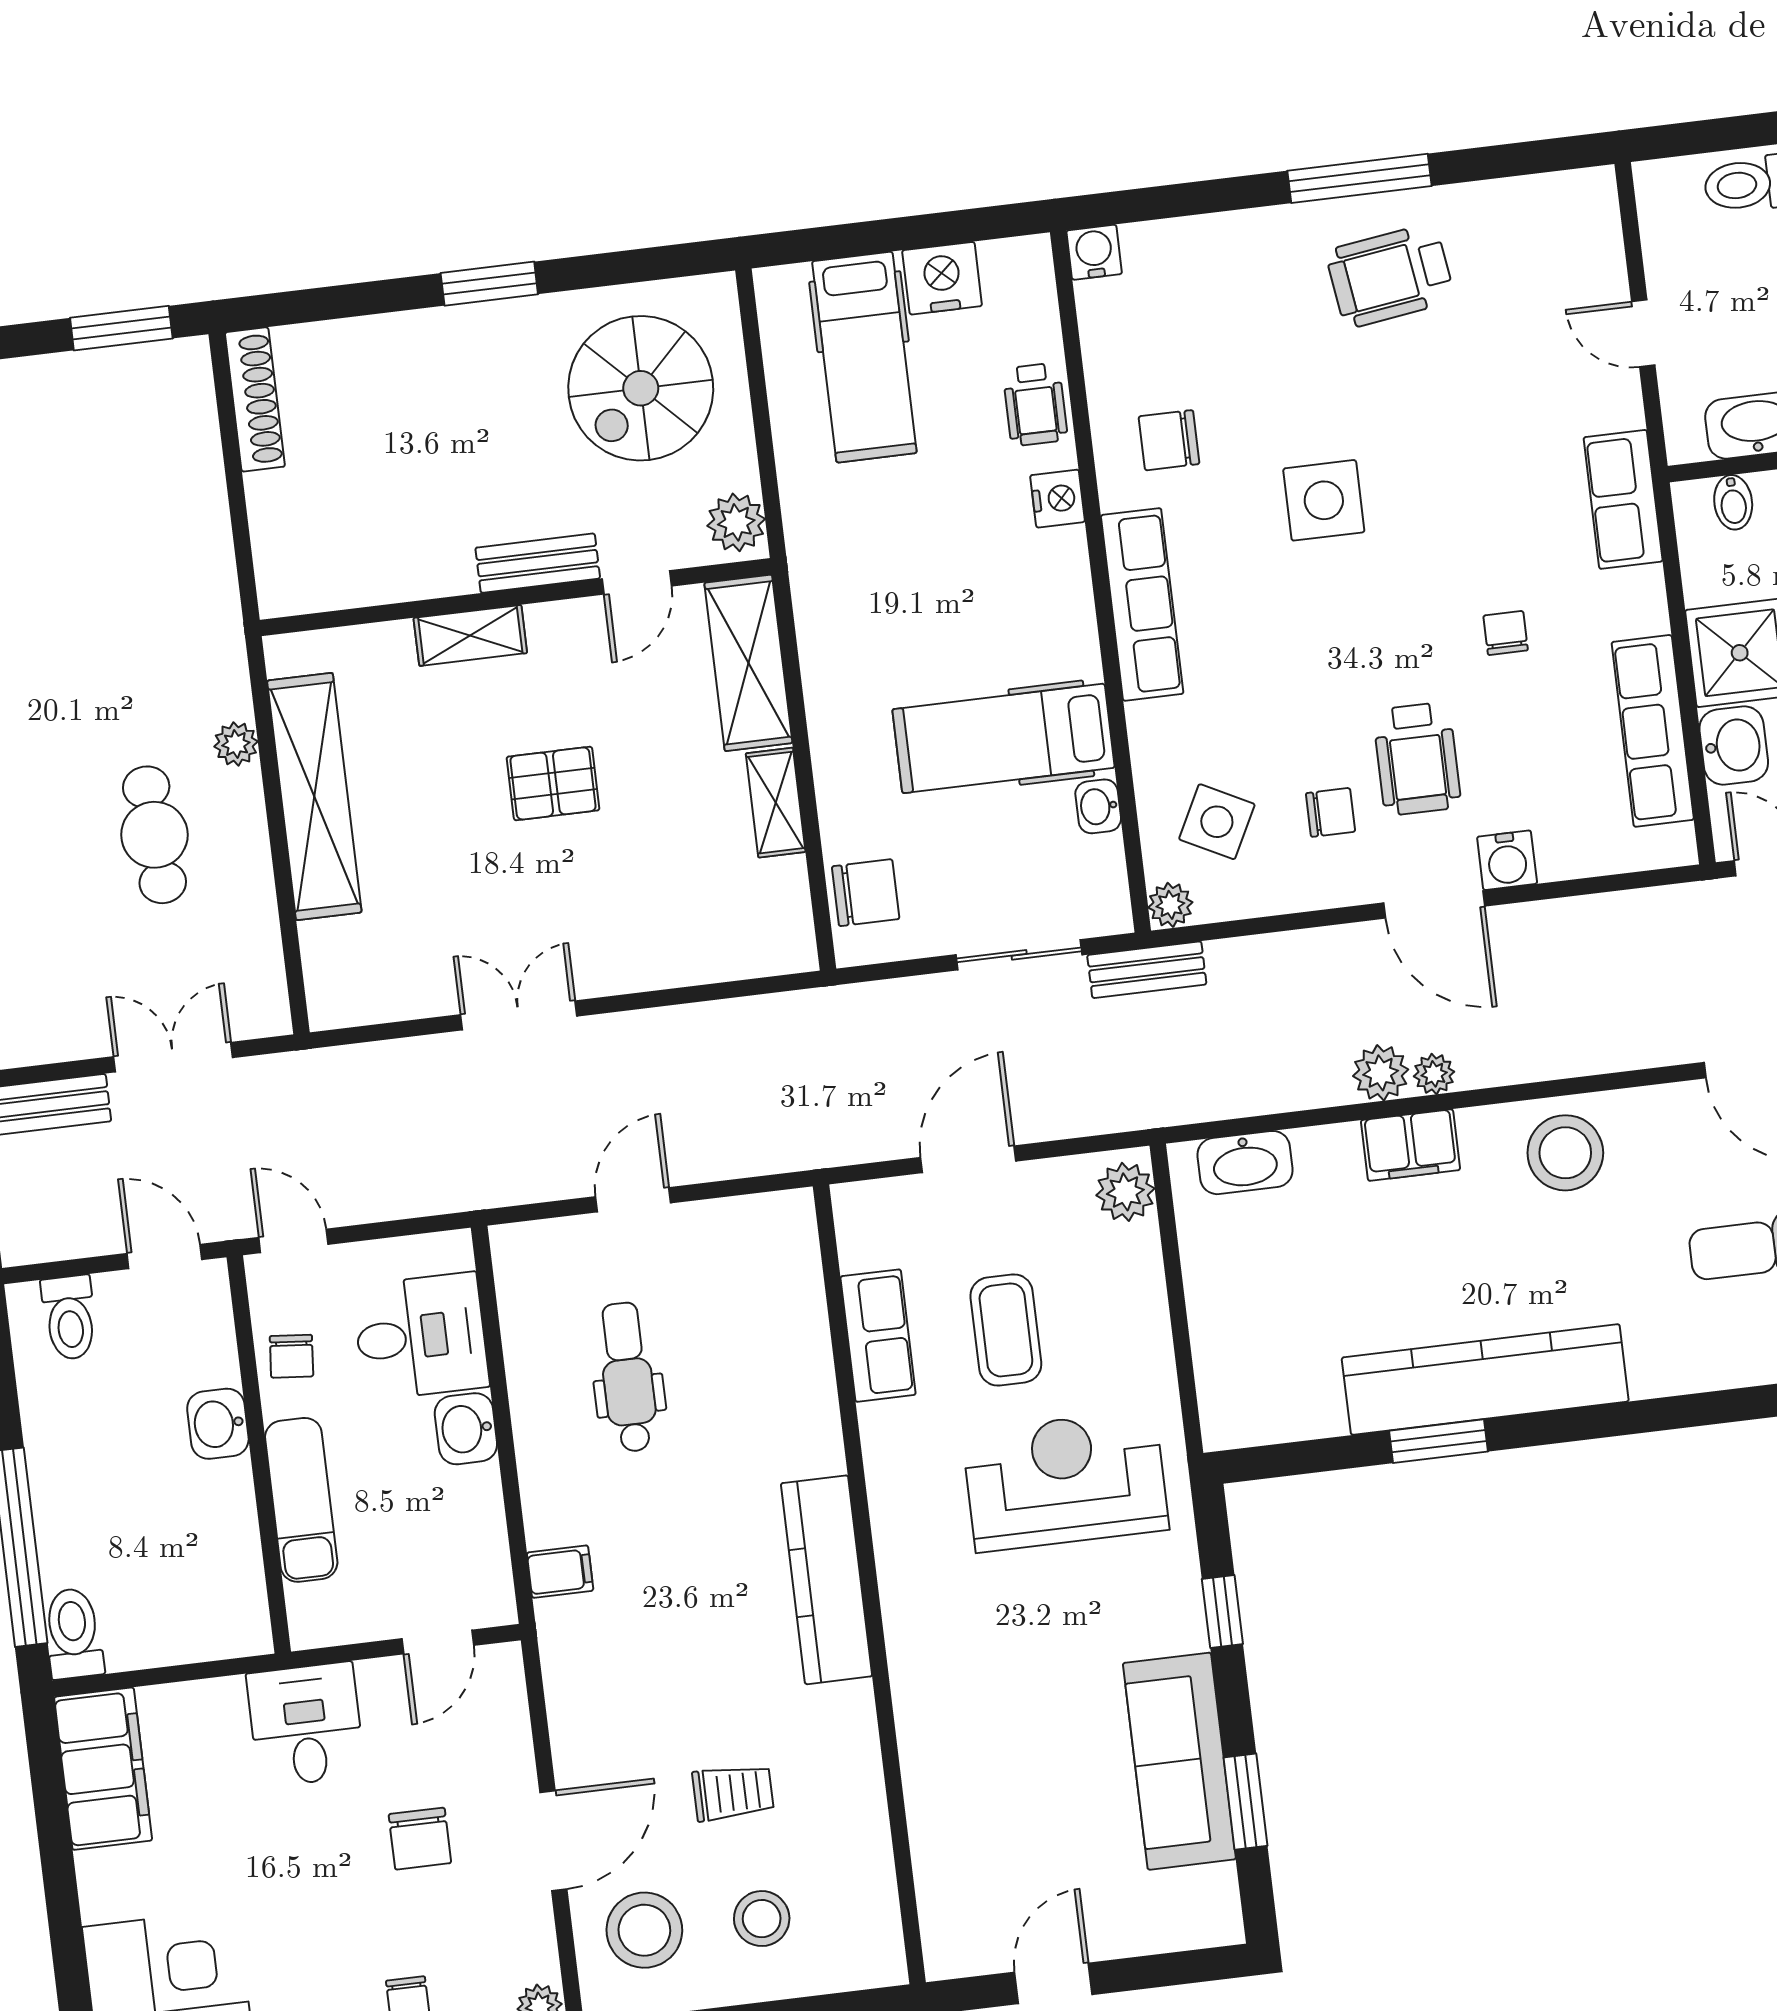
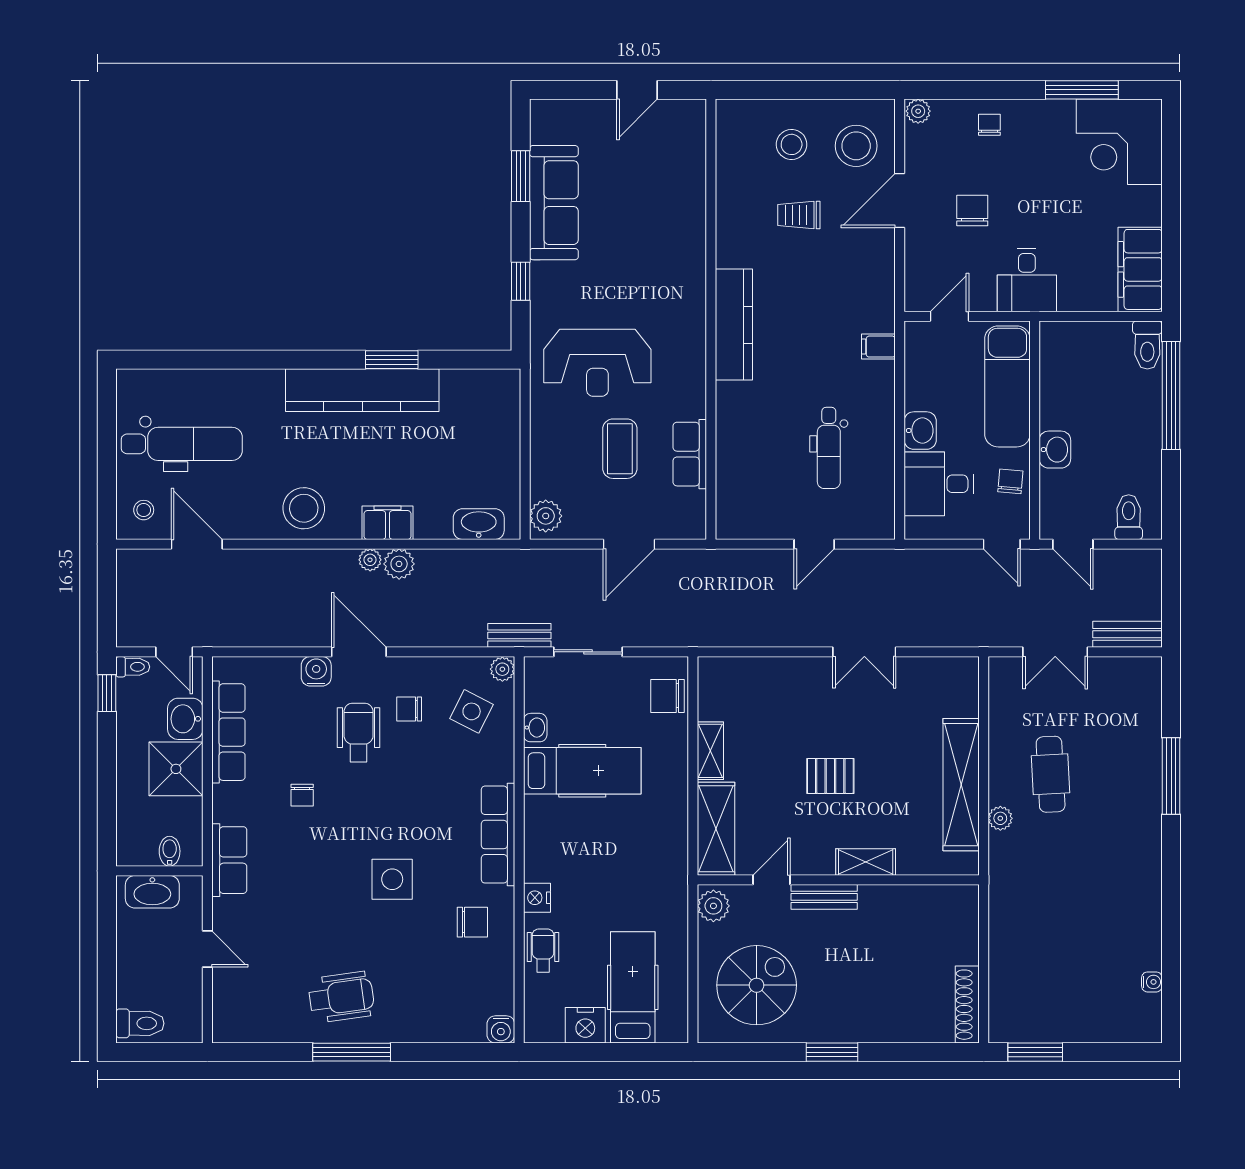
exam couch: (301, 1500) -> (1007, 386), width x1.36, depth x1.45

